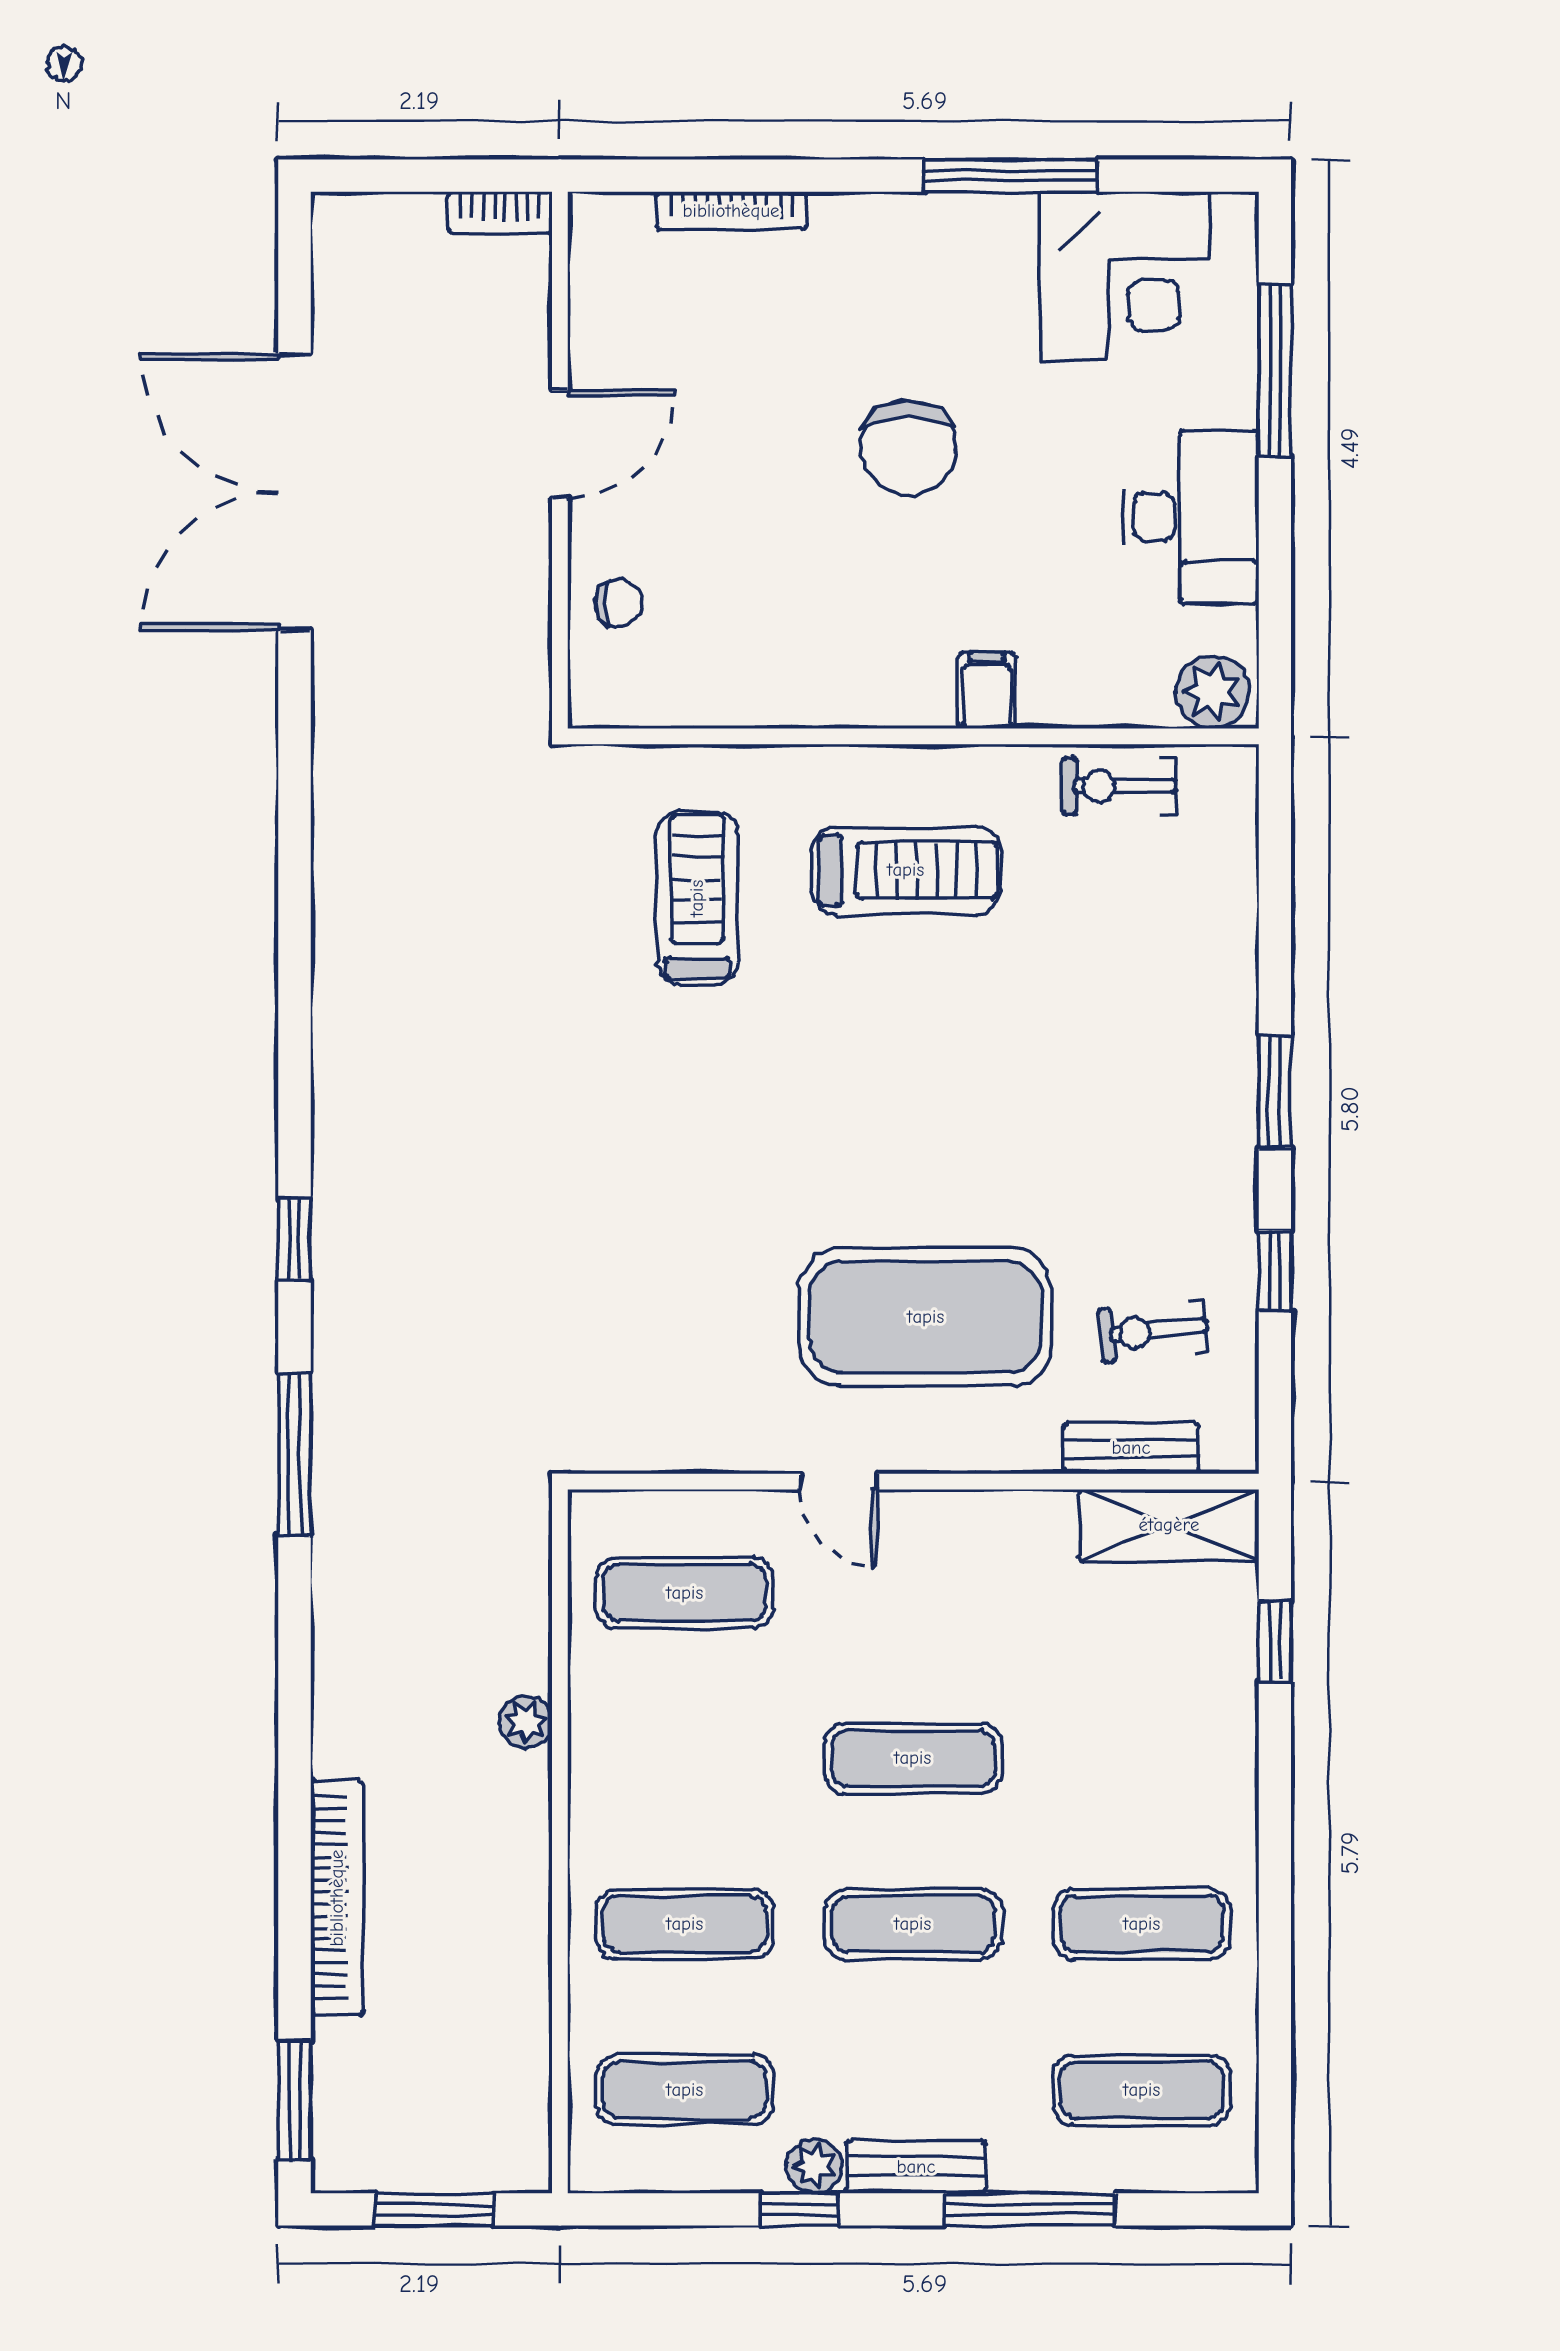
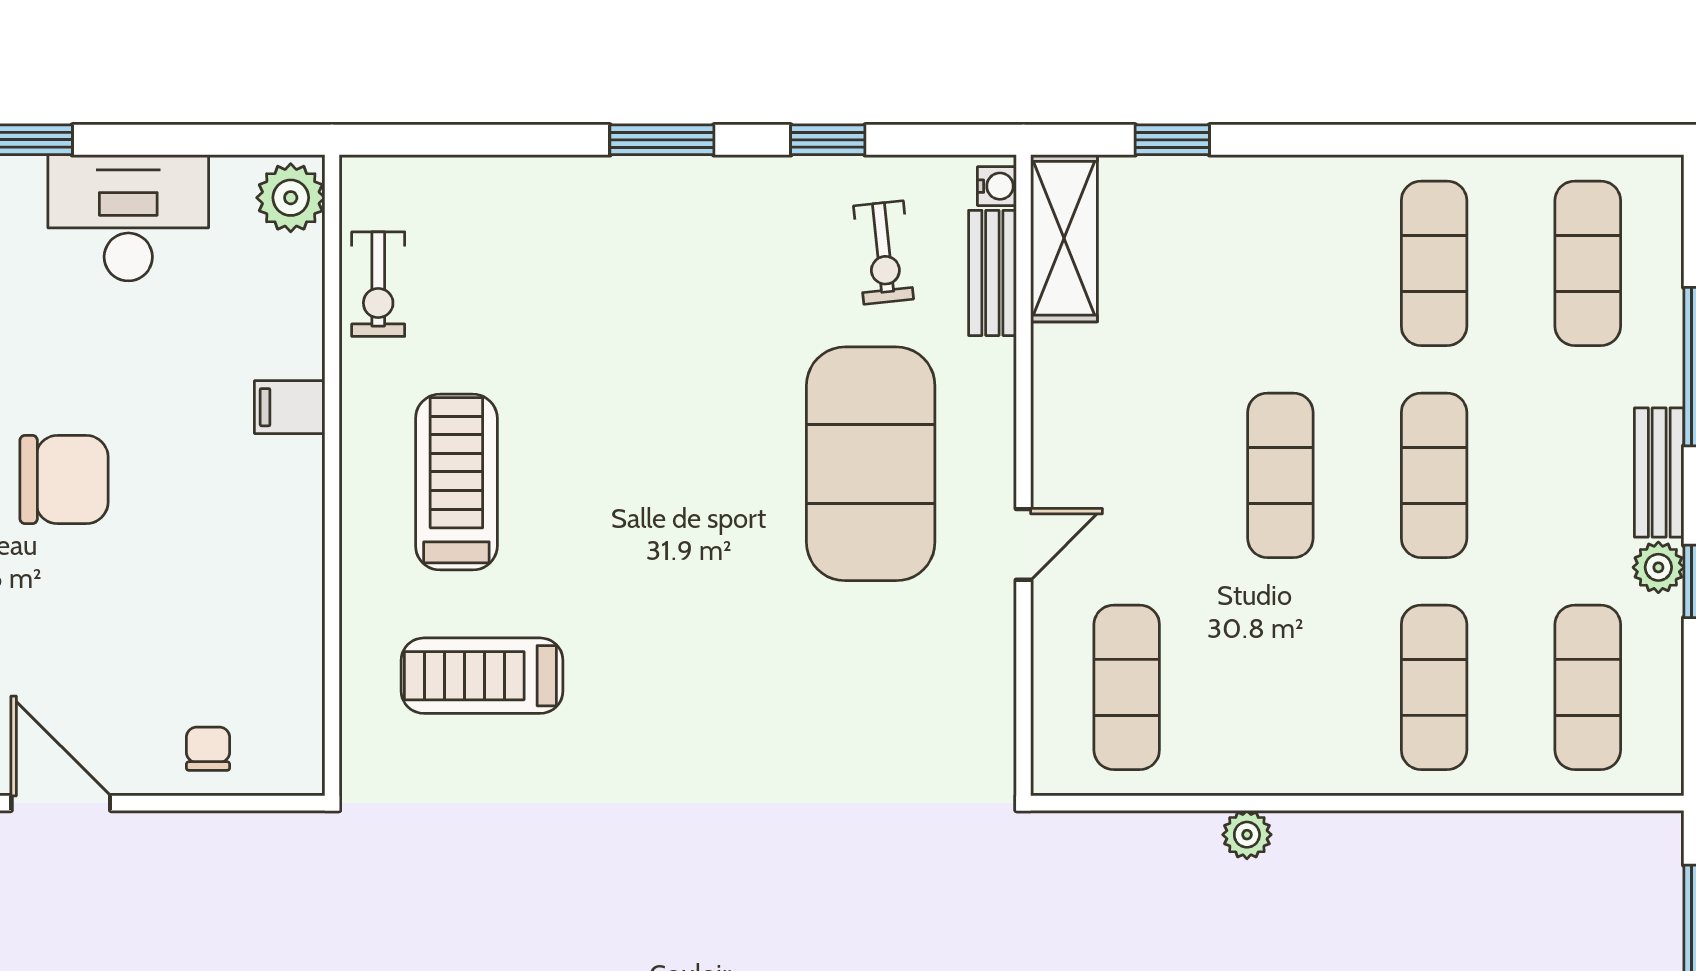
water cooler: (1225, 1453) -> (997, 186), added

